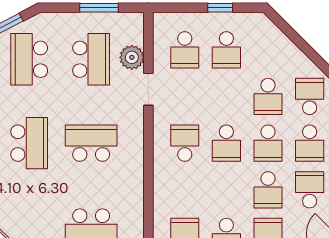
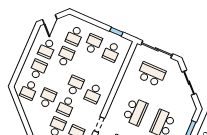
school desk: (91, 143) -> (135, 112), turned -90
school desk: (268, 143) -> (66, 106), moved, turned 180

